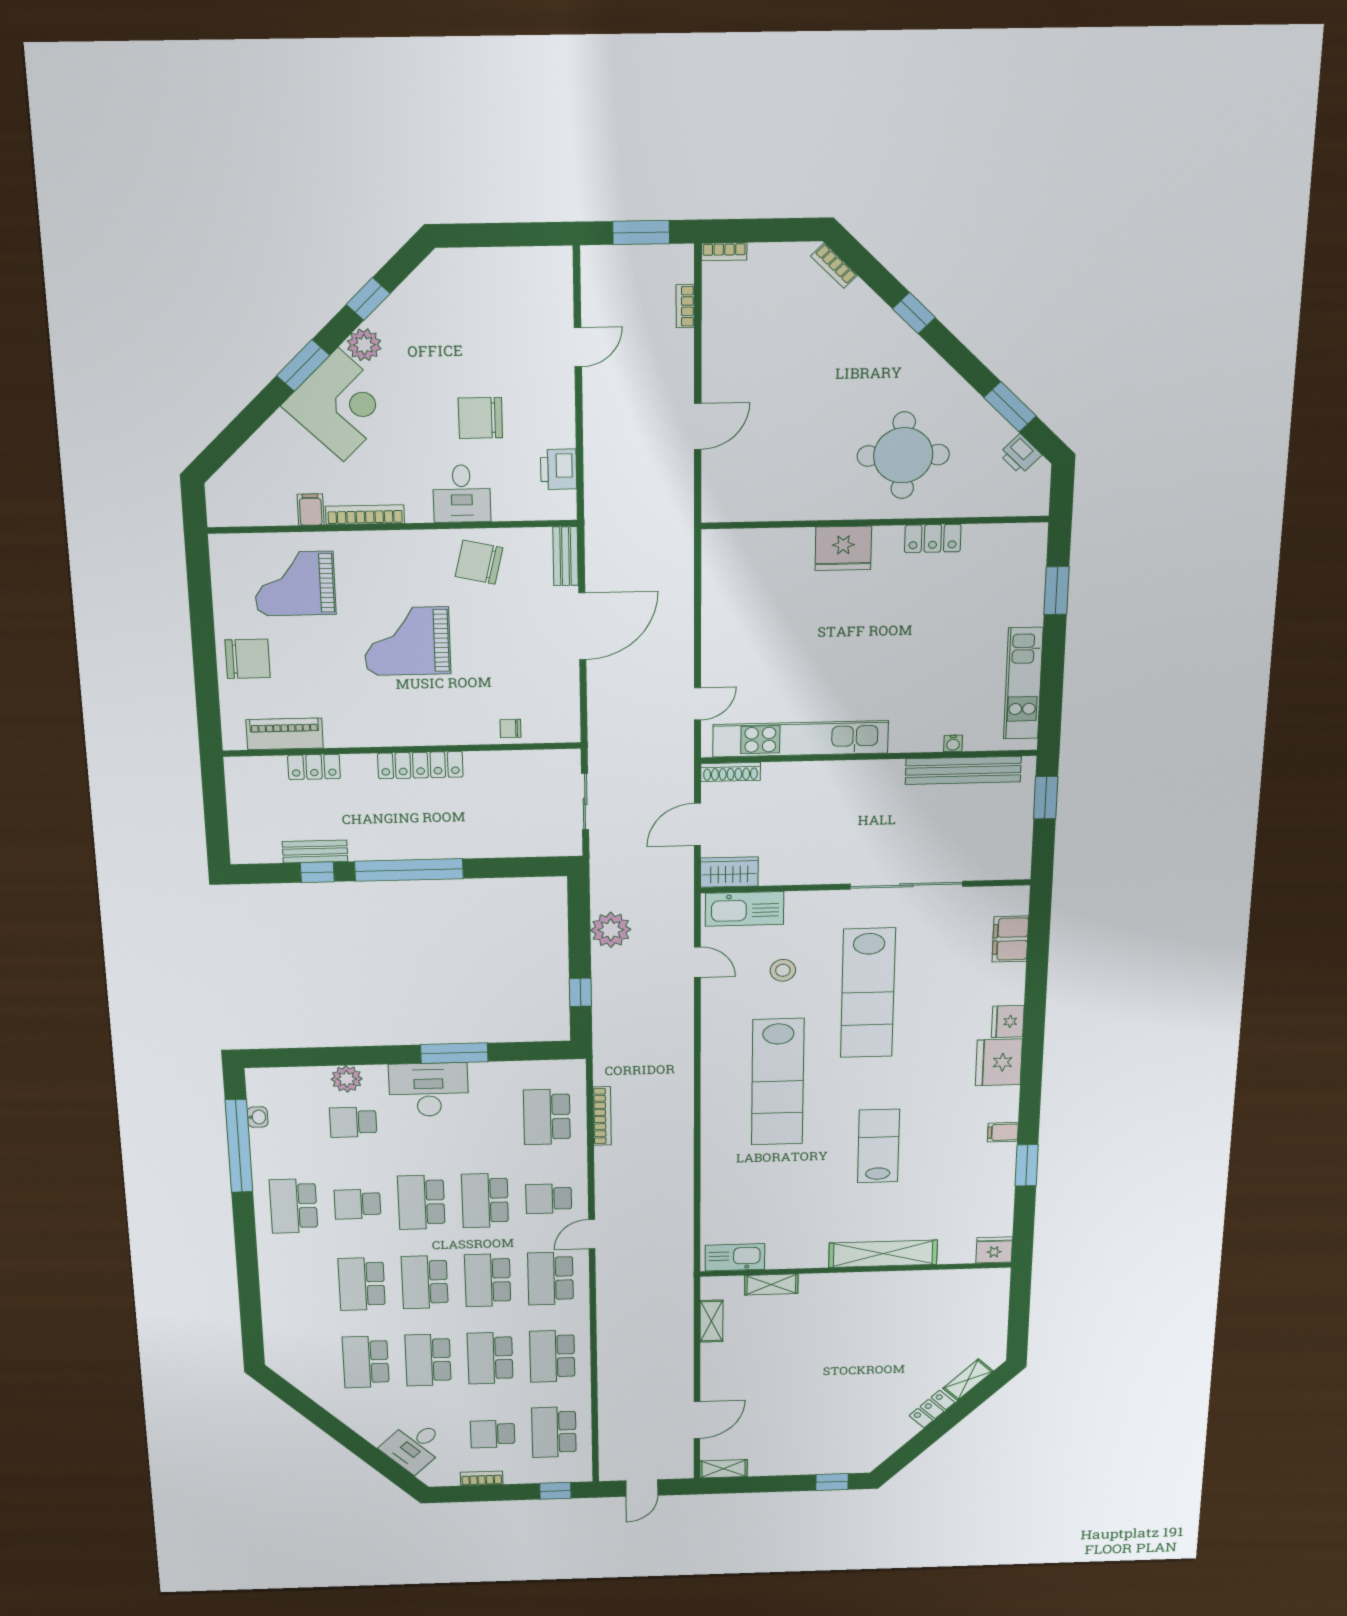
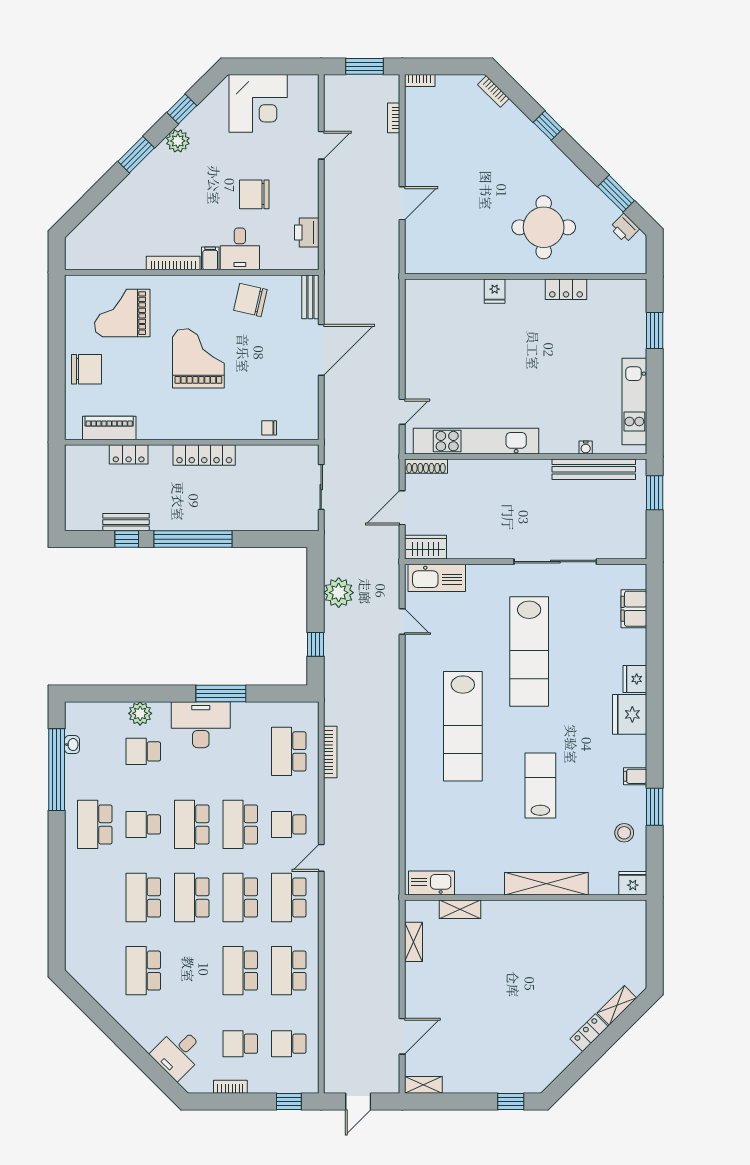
corner desk: (341, 405) -> (258, 103), moved, turned 45
filing cabinet: (311, 510) -> (210, 258), moved
fridge: (843, 548) -> (495, 291), width x0.53, depth x0.75
grand piano: (407, 641) -> (198, 358), turned 90
stool: (783, 970) -> (624, 833), moved
school desk: (428, 1360) -> (192, 971), removed
school desk: (554, 1432) -> (289, 1044), width x0.54

